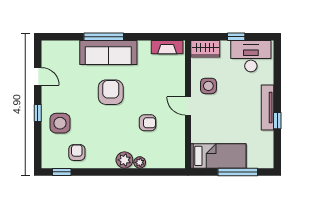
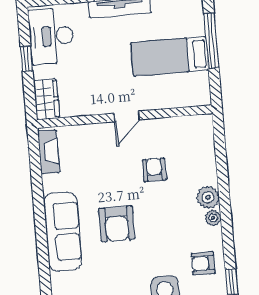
window: (104, 37) -> (42, 240), removed
side table: (208, 86) -> (97, 91), removed
armchair: (111, 92) -> (117, 224), turned -90
bed: (218, 156) -> (170, 56), moved, turned -90
plant: (140, 162) -> (213, 218), moved

